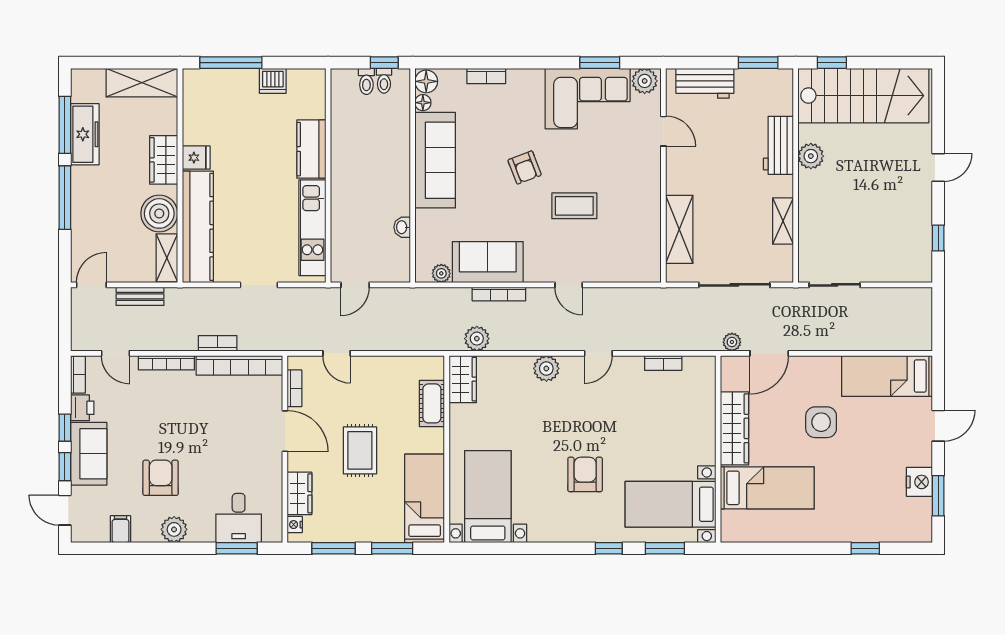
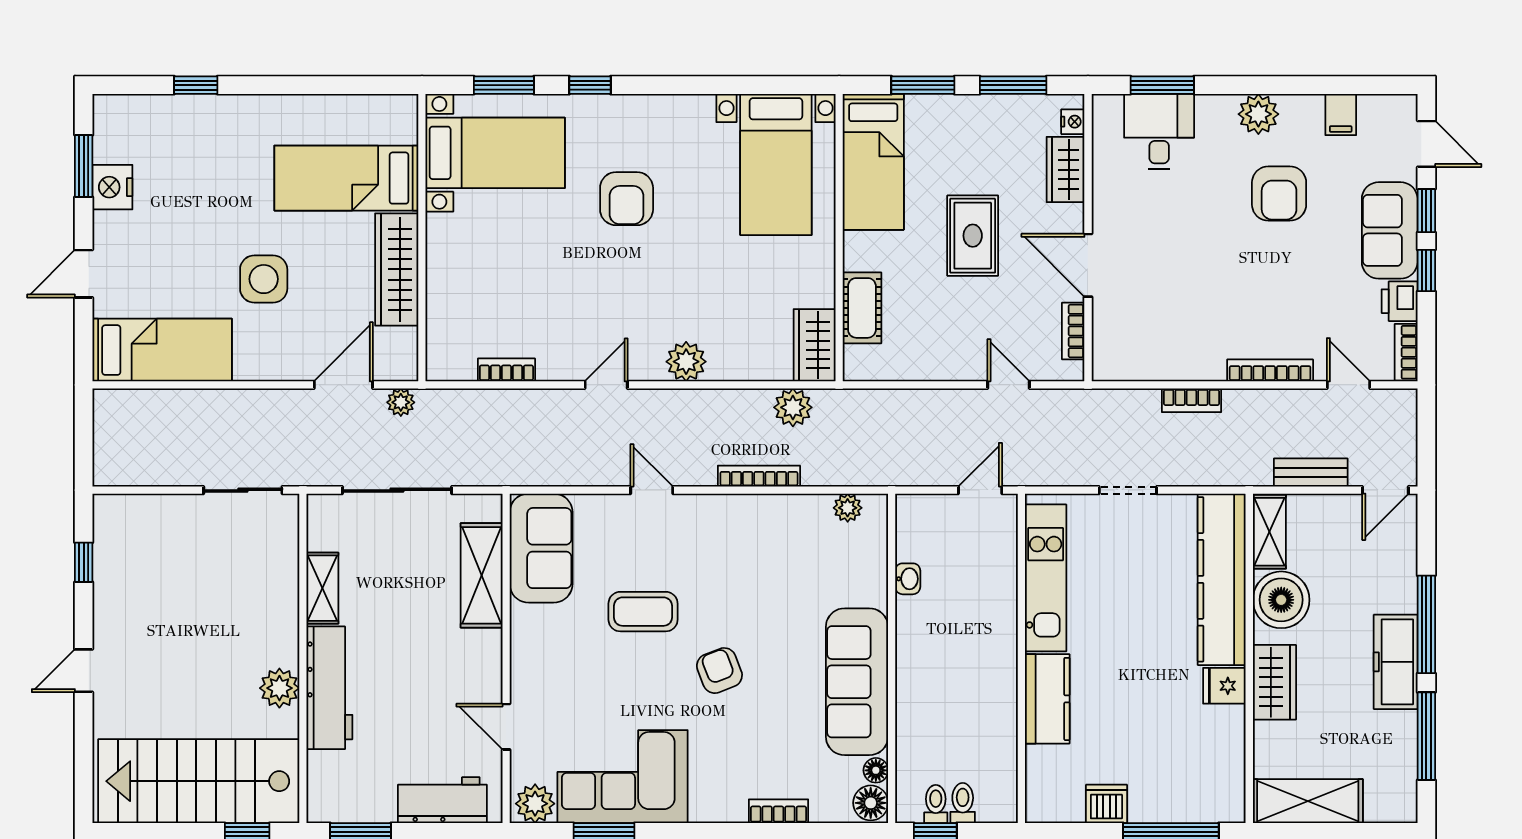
freezer: (85, 134) -> (1396, 662), moved
workbench: (778, 145) -> (329, 688), width x1.38
sofa: (488, 262) -> (541, 548), moved, turned -90
bookcase: (239, 365) -> (1158, 366), removed

